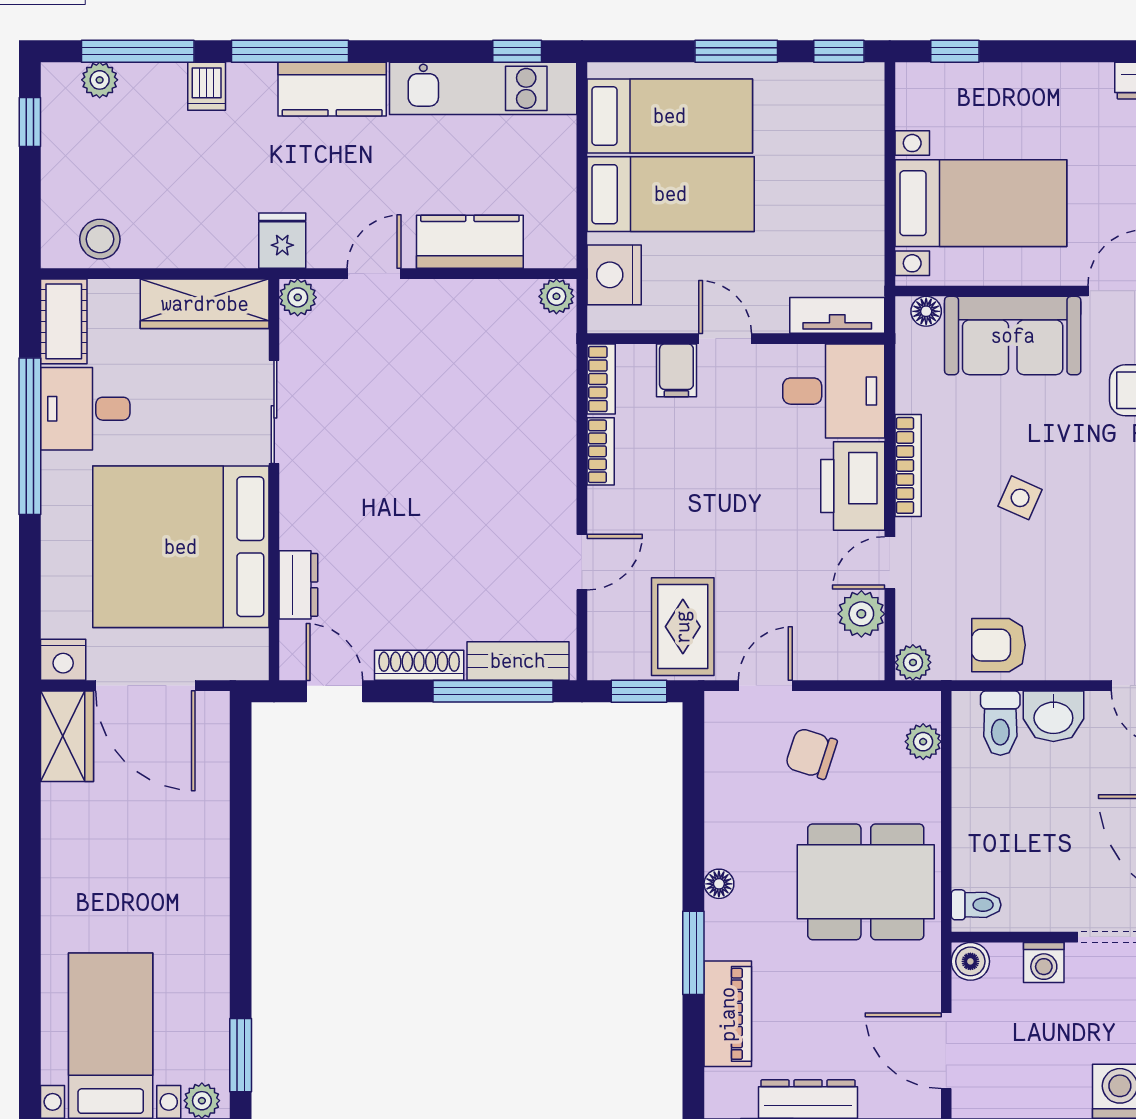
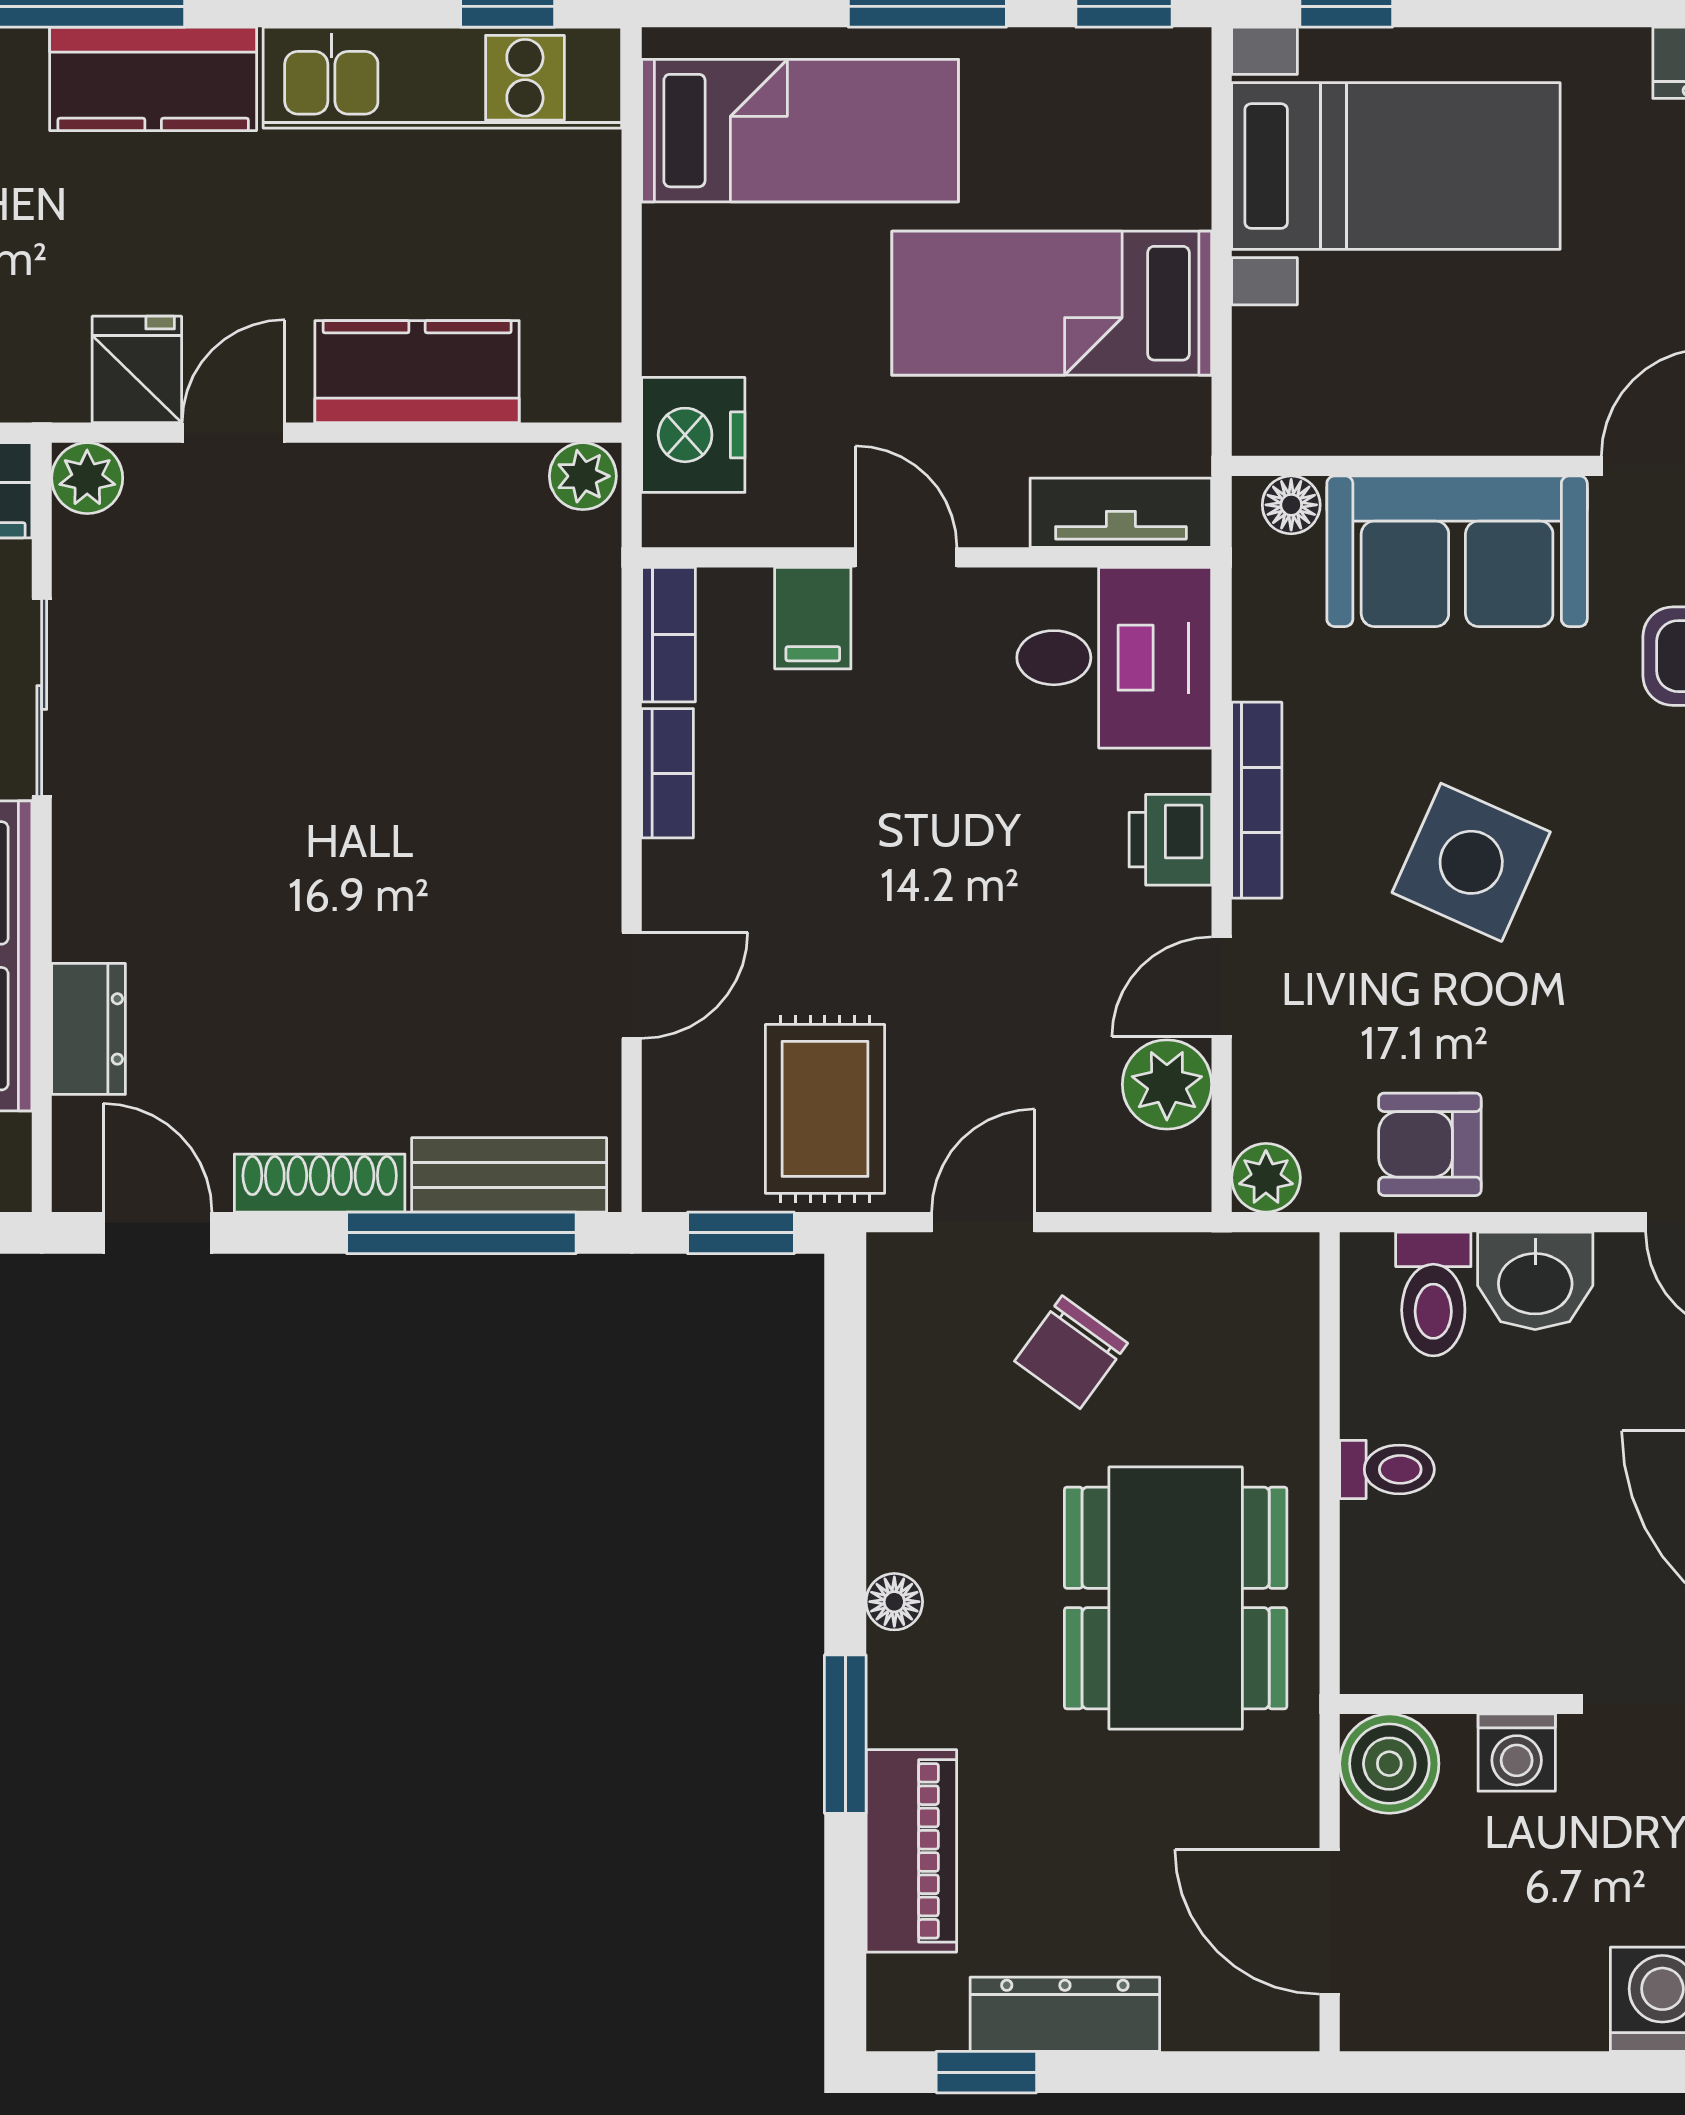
bed: (671, 194) -> (1052, 303), moved, turned 180
bed with nightstands: (981, 203) -> (1396, 166), moved
fridge: (282, 241) -> (137, 369), moved
printer: (853, 486) -> (1170, 840), width x0.53, depth x0.68
side table: (1020, 498) -> (1471, 862), width x1.87, depth x1.87
plant: (923, 742) -> (1285, 1329), removed
chair: (811, 754) -> (1071, 1352), turned -72
dining table: (866, 882) -> (1176, 1598), turned 90
toilet: (976, 905) -> (1387, 1469), moved
boiler: (970, 961) -> (1389, 1764), width x1.36, depth x1.36

